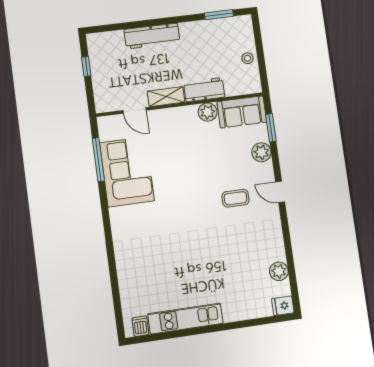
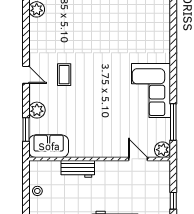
shelving: (166, 97) -> (110, 167), removed
plant: (208, 112) -> (162, 150), moved
corner sofa: (127, 172) -> (151, 90), moved
coffee table: (236, 198) -> (64, 75), turned 90

